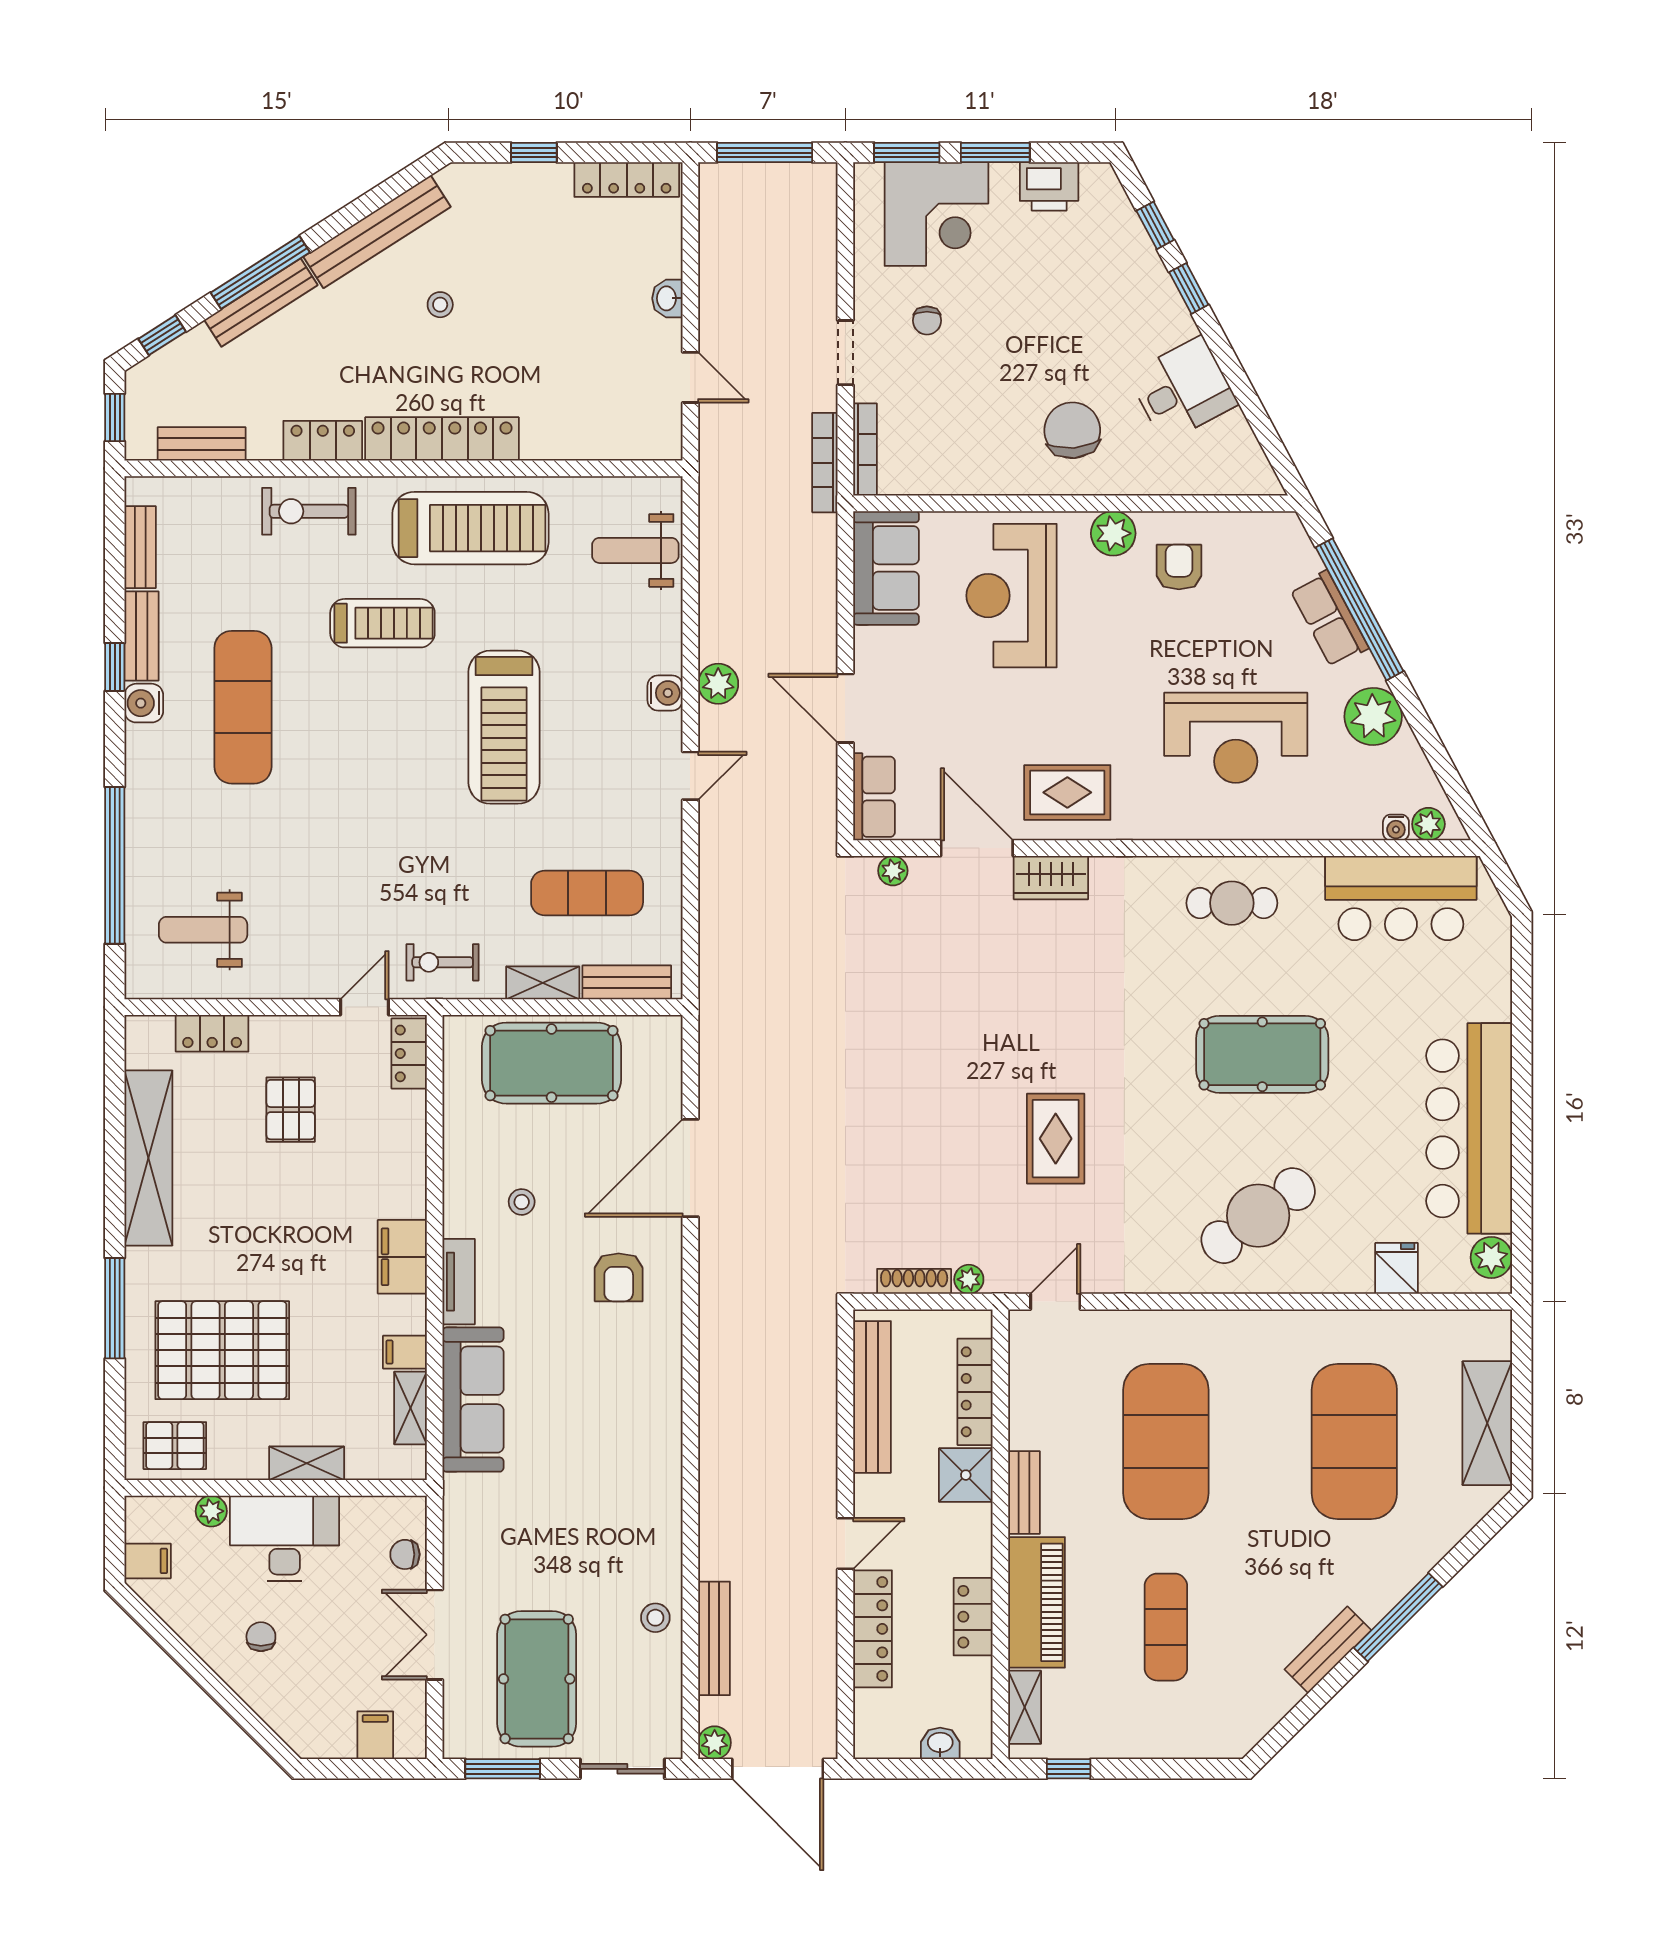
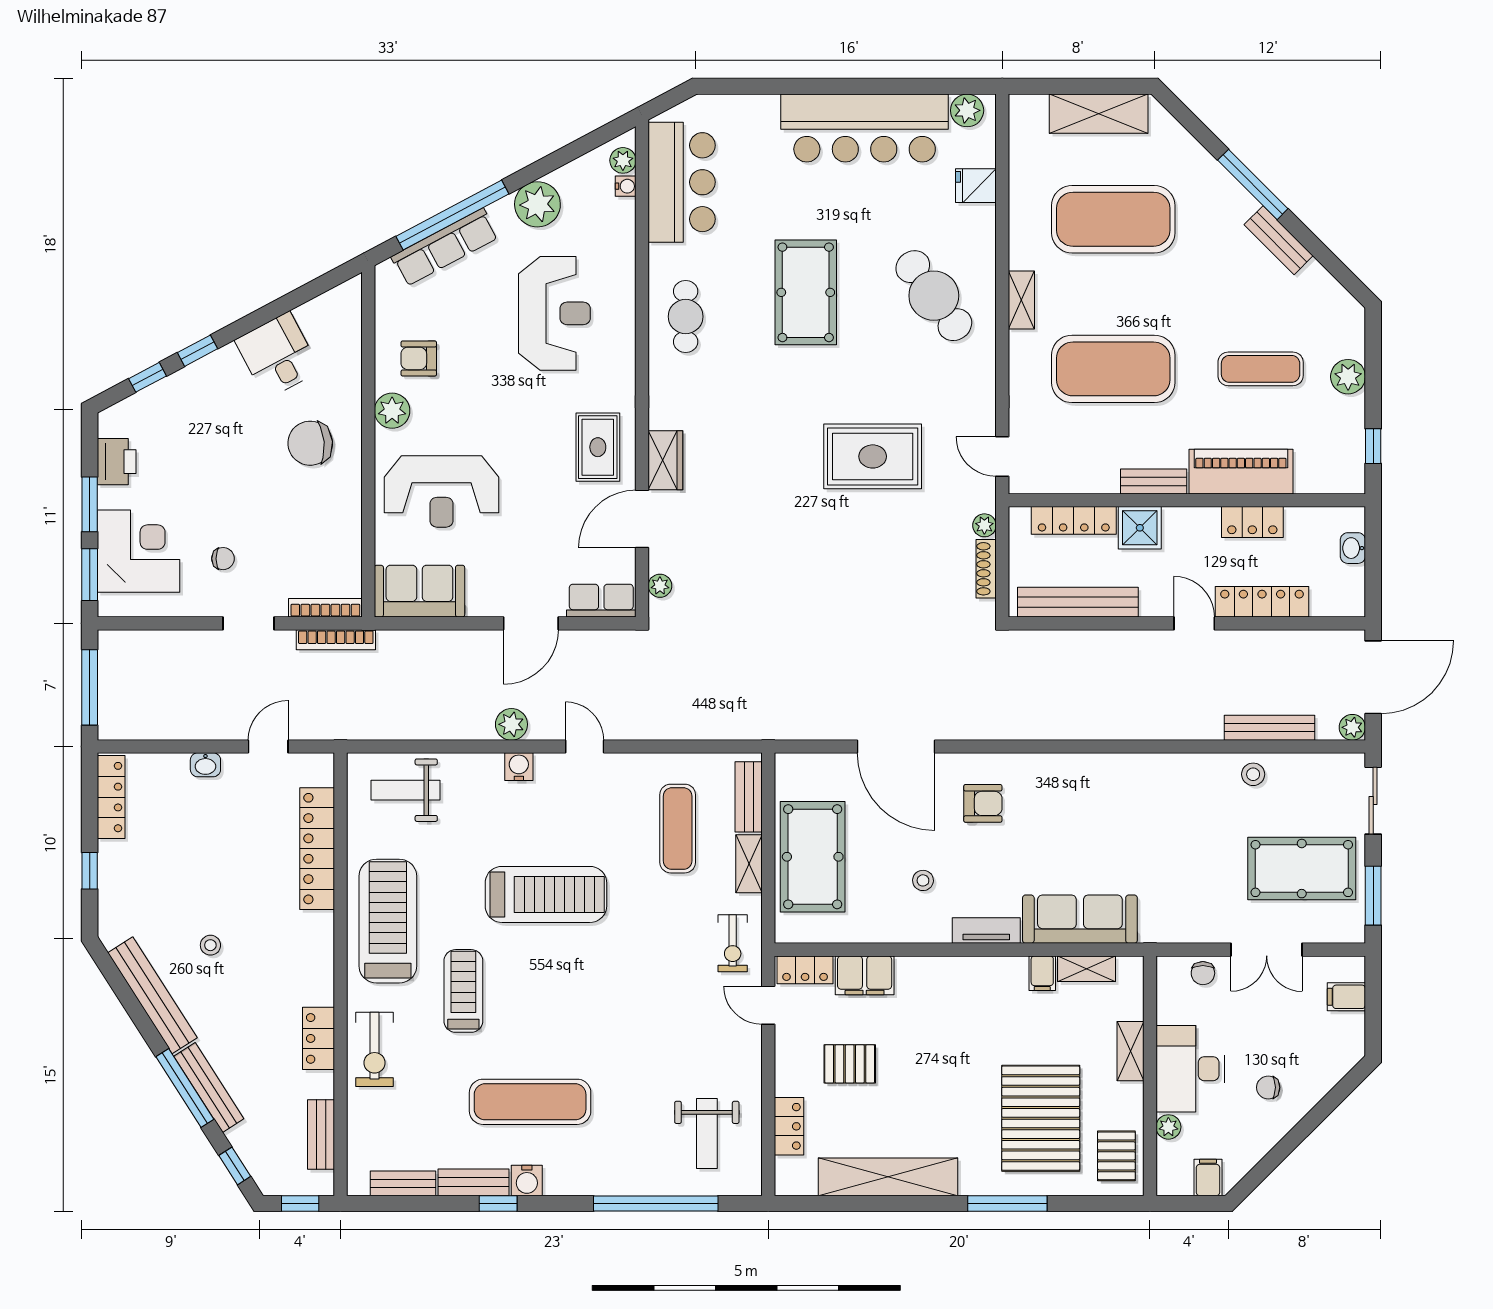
locker: (442, 439) -> (317, 849), moved
weight bench: (635, 550) -> (406, 790), turned 90
row of seats: (1329, 619) -> (445, 247), width x1.48
rug: (1056, 1139) -> (873, 456), width x1.36, depth x1.43
filing cabinet: (402, 1257) -> (865, 975), moved
shelving: (1025, 1707) -> (1021, 300), moved, turned 90
plant: (1156, 1737) -> (1348, 377), added

